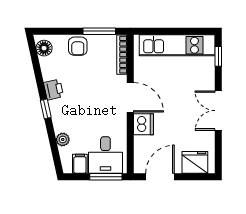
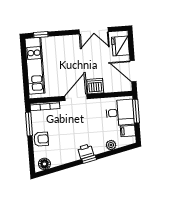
printer: (54, 90) -> (86, 151), moved
double door: (218, 111) -> (94, 31), moved

